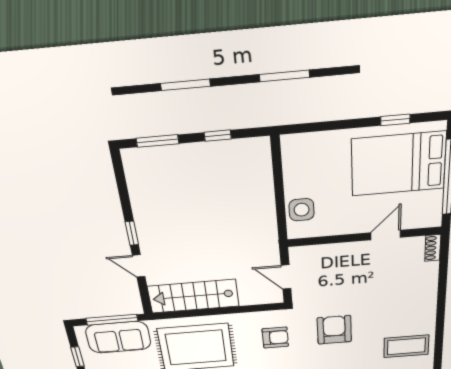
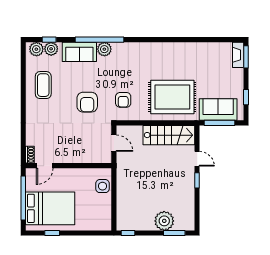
window: (218, 136) -> (128, 233), moved
plant: (180, 161) -> (164, 221), added
door: (386, 235) -> (45, 166), moved
armchair: (275, 337) -> (123, 100), turned -90
coffee table: (406, 346) -> (43, 85), turned 90

